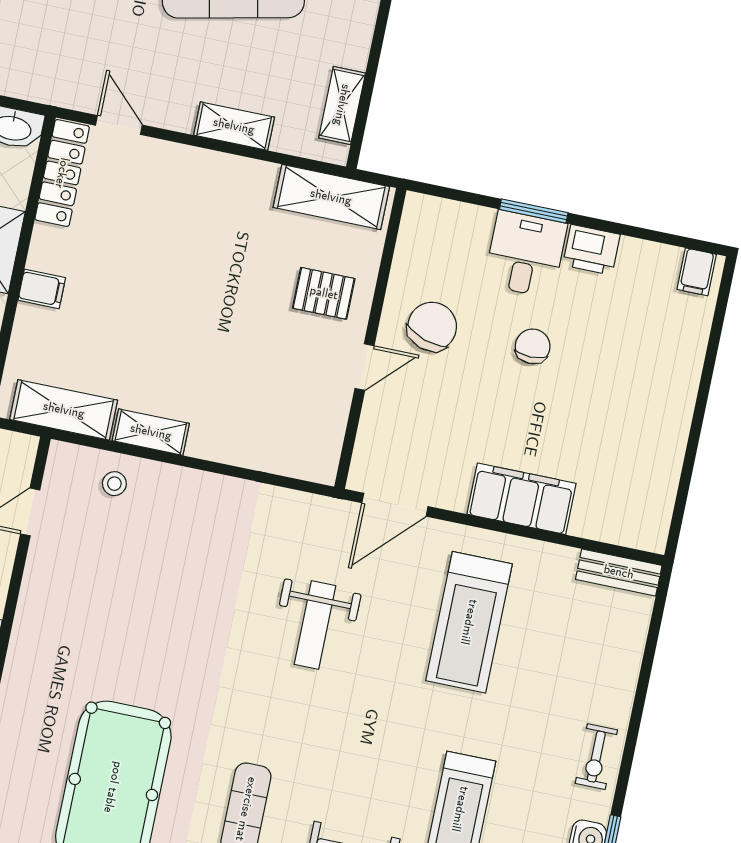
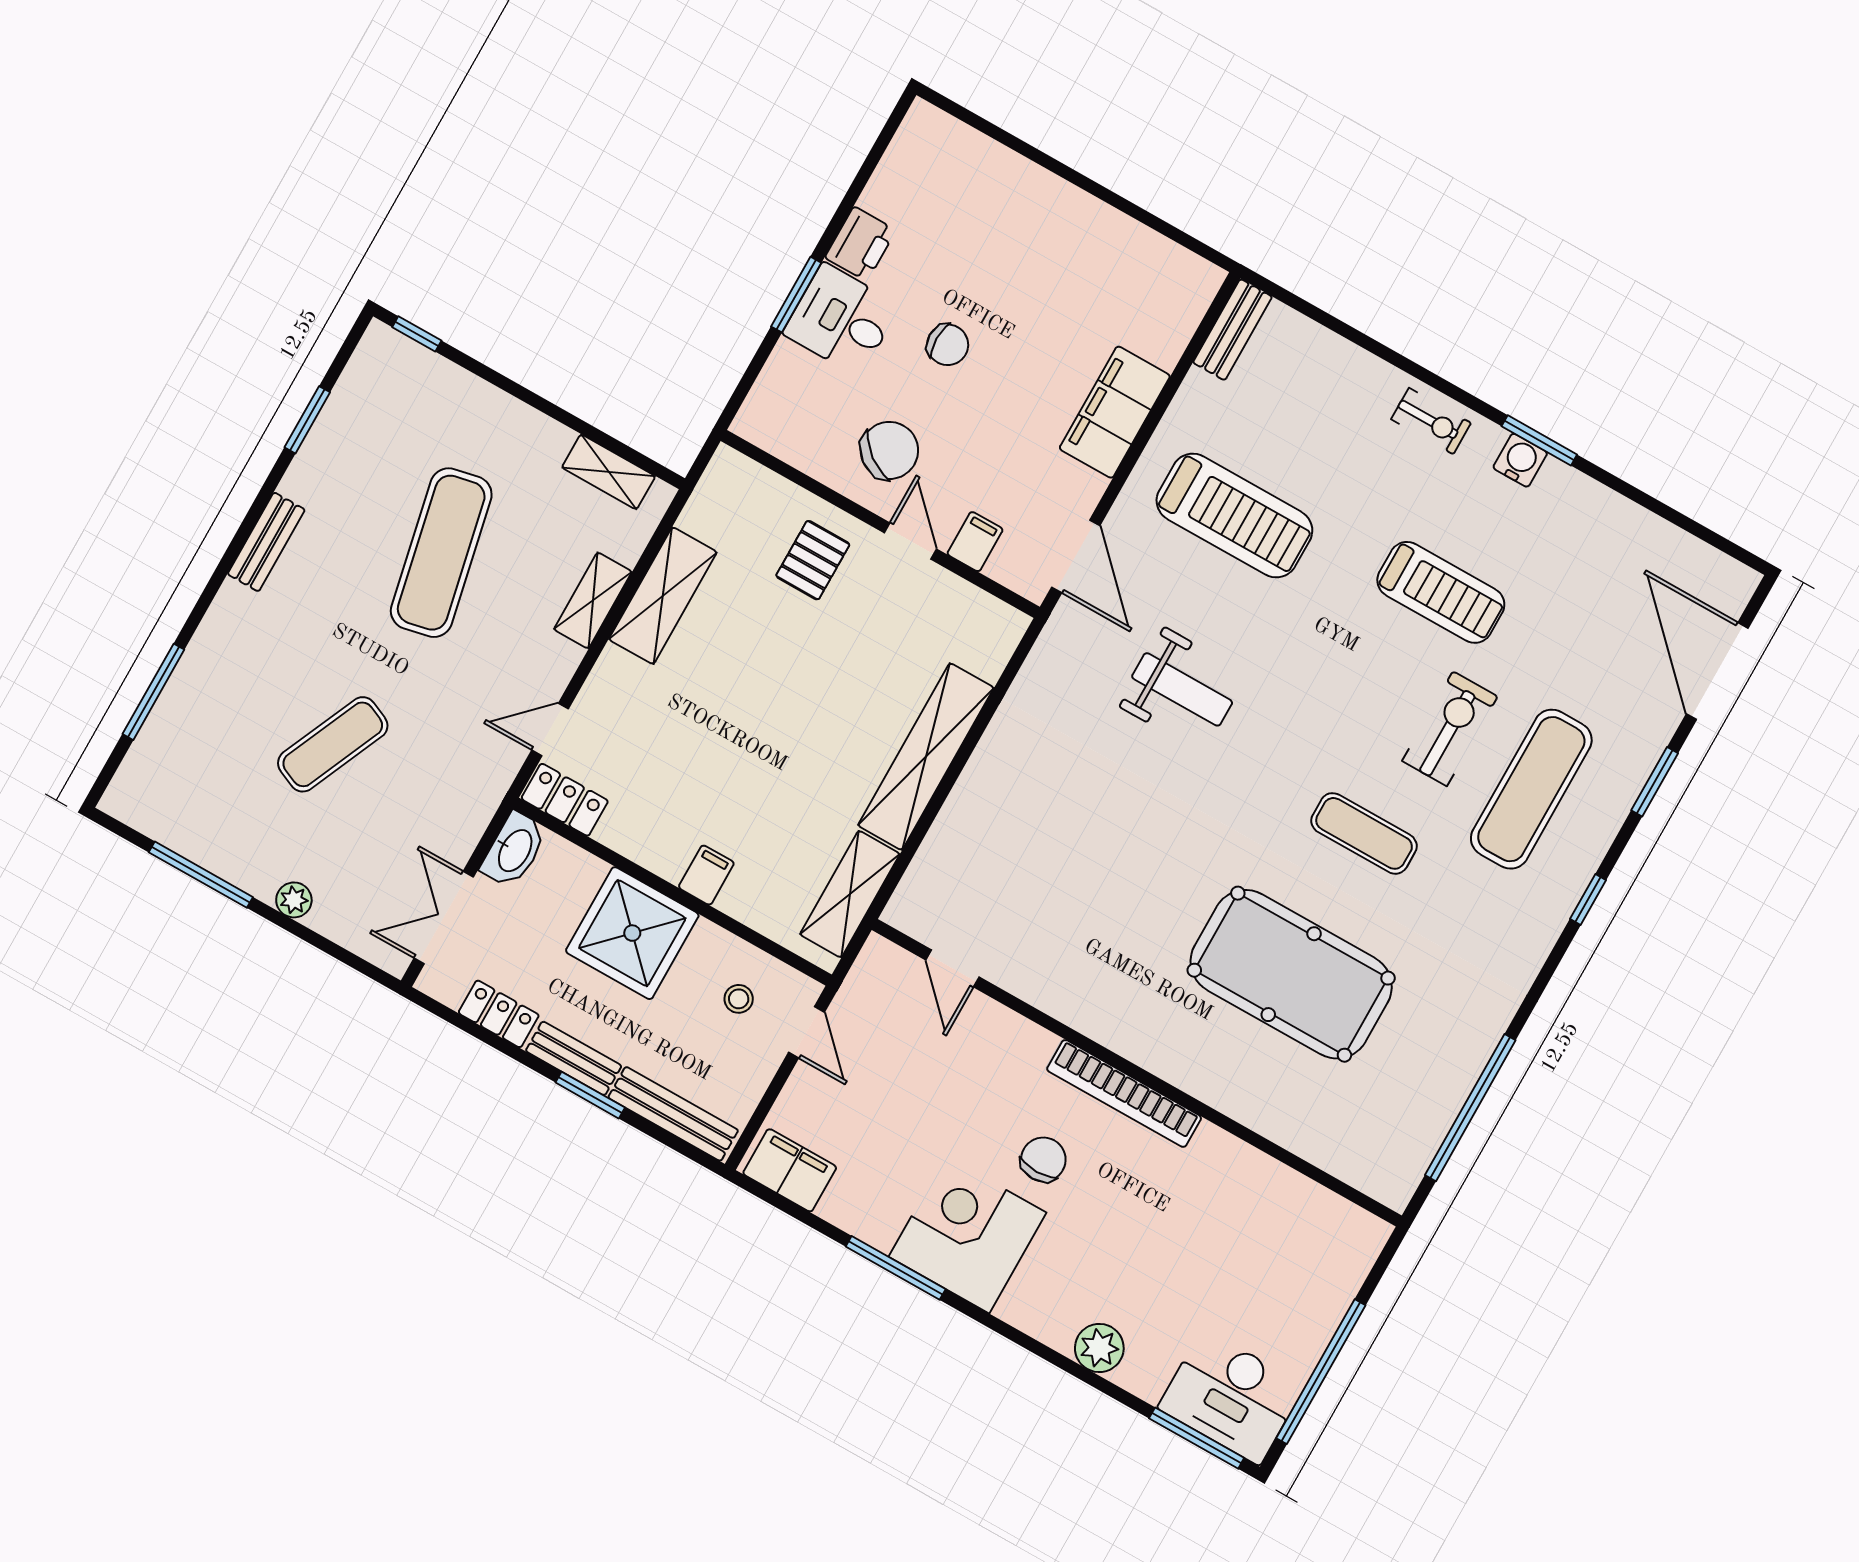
locker: (62, 173) -> (565, 800), width x0.66
shelving: (331, 197) -> (663, 596), moved
filing cabinet: (697, 272) -> (975, 542), moved, turned -90
chair: (432, 327) -> (889, 450), turned 109
chair: (533, 346) -> (948, 345), turned 180
shelving: (151, 432) -> (926, 757), width x2.20, depth x1.33
stool: (114, 484) -> (951, 864), removed

